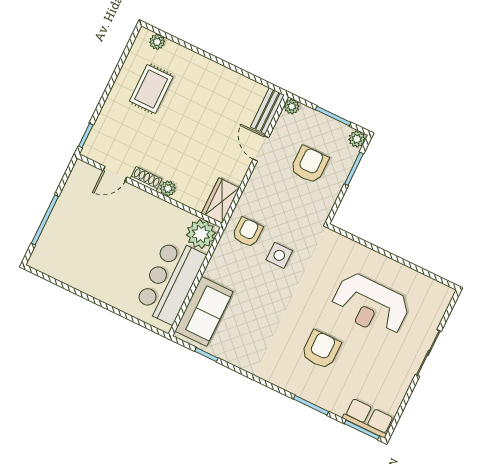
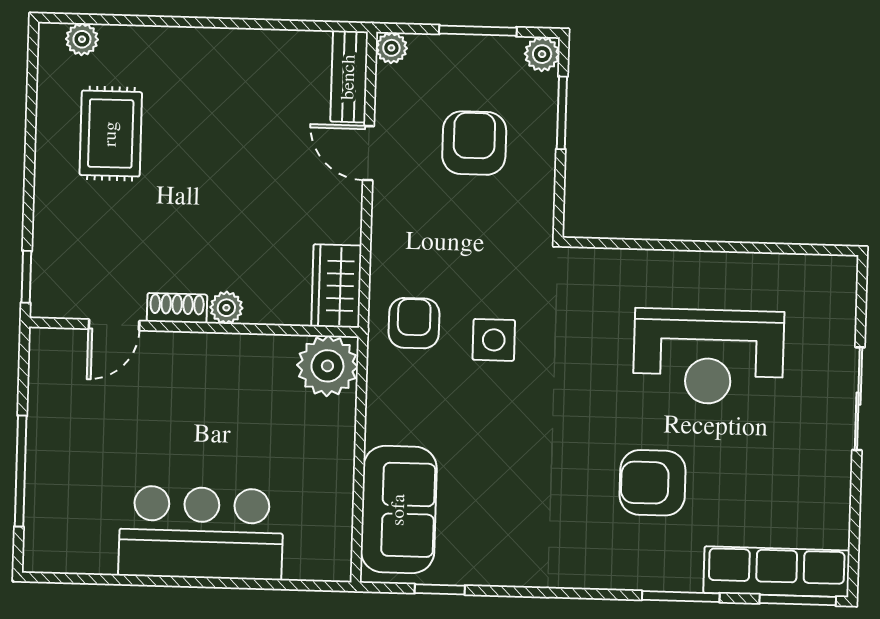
bar counter: (170, 281) -> (201, 533), moved, turned 90
armchair: (321, 350) -> (653, 483), turned -90
row of seats: (368, 418) -> (777, 572), width x1.48

